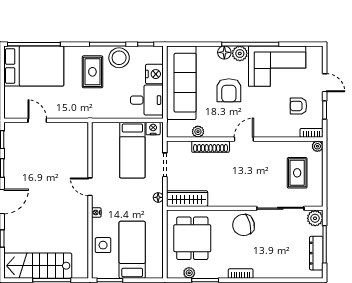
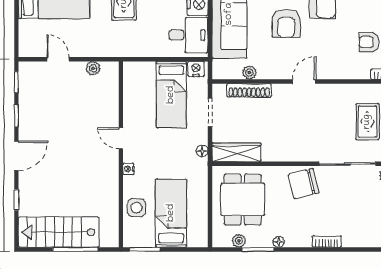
plant: (67, 128) -> (93, 68), added
shoe rack: (211, 147) -> (249, 90), moved
floor lamp: (223, 274) -> (279, 242), added
bookcase: (241, 274) -> (327, 242), moved

